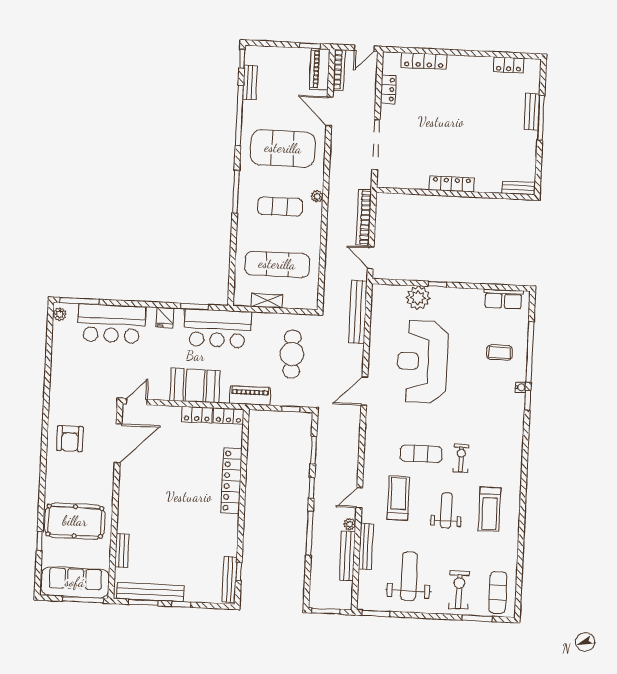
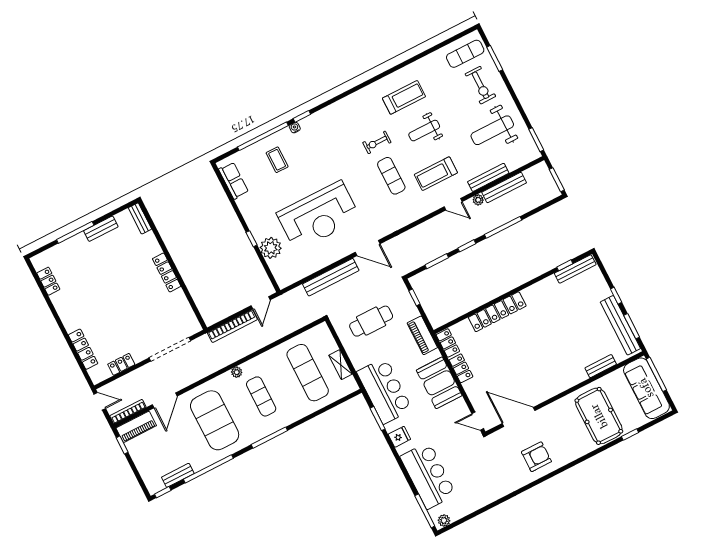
bench: (532, 112) -> (101, 229), moved
bench: (358, 312) -> (331, 277), moved
exercise bike: (459, 590) -> (480, 85), turned -90

